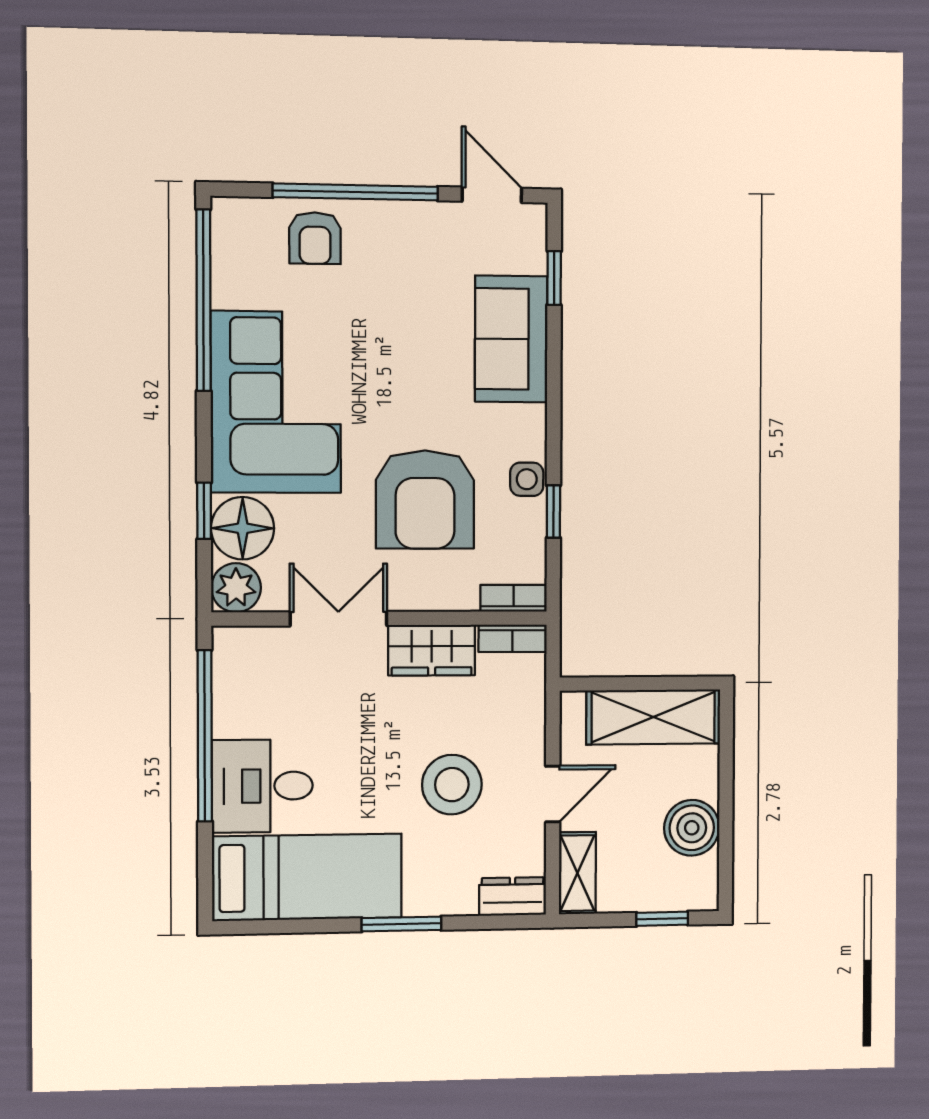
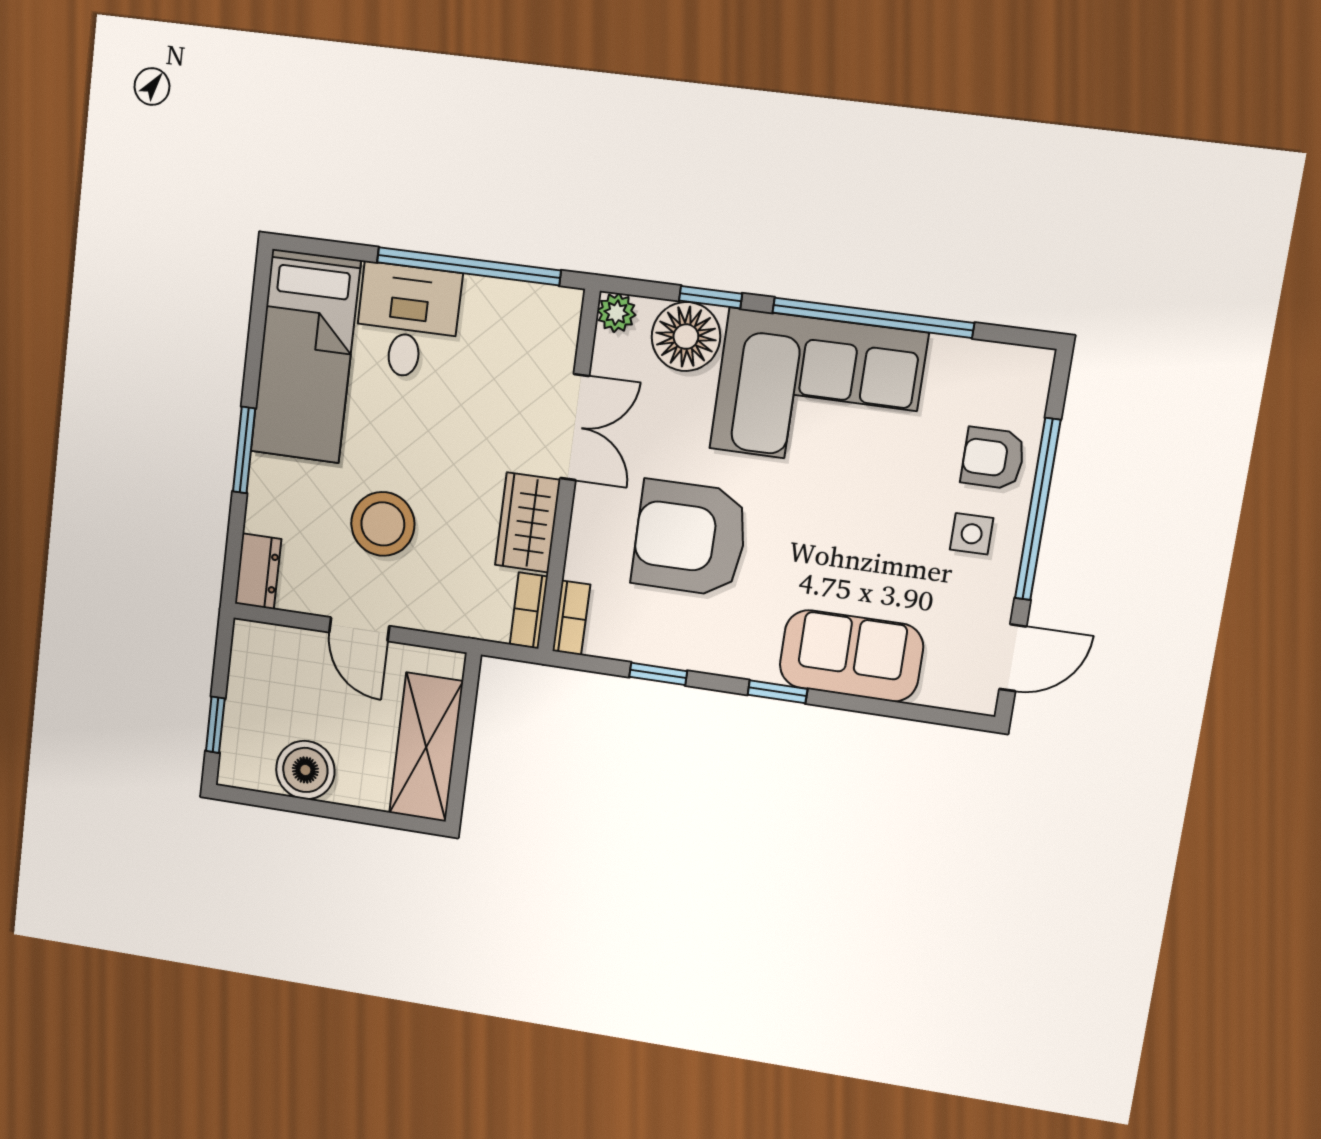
window: (554, 278) -> (777, 692), moved
window: (203, 300) -> (873, 318), moved
side table: (527, 479) -> (972, 534), moved
plant: (236, 588) -> (616, 313), width x0.73, depth x0.73
shelving: (577, 873) -> (274, 643), removed

